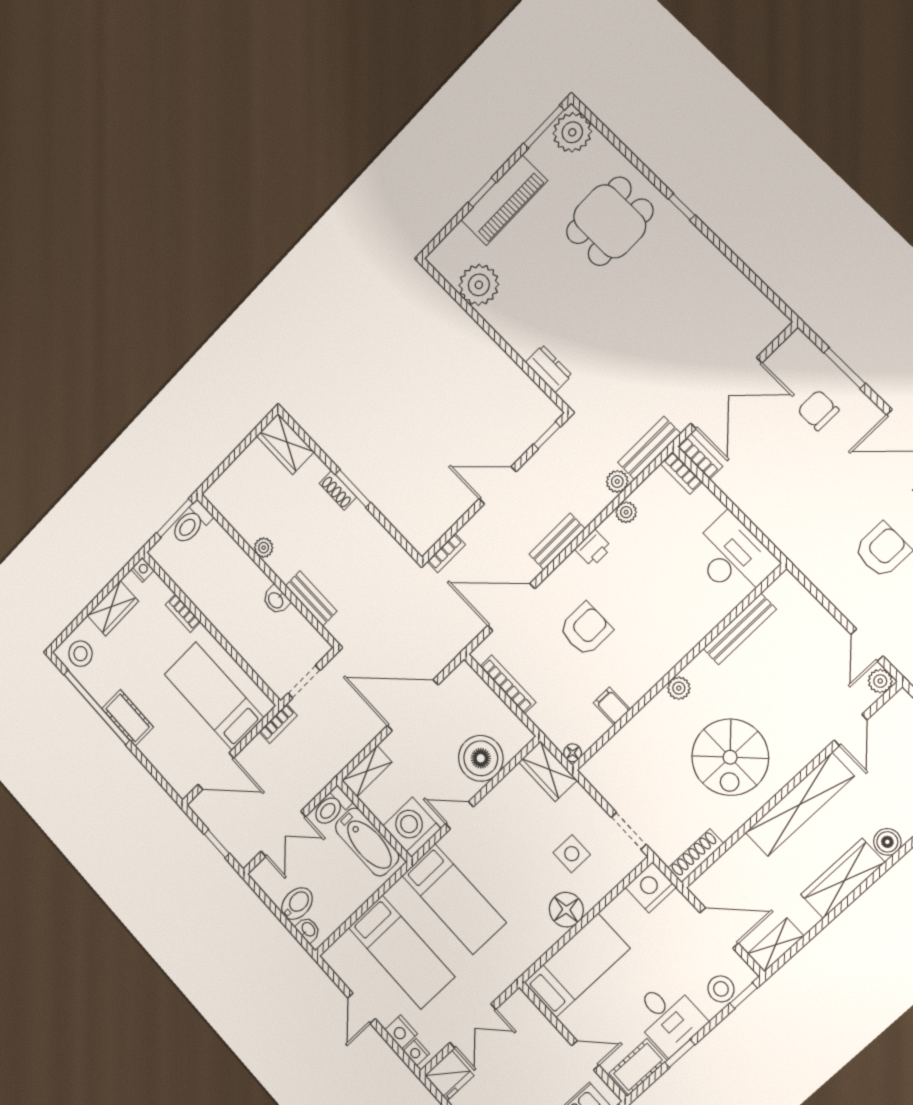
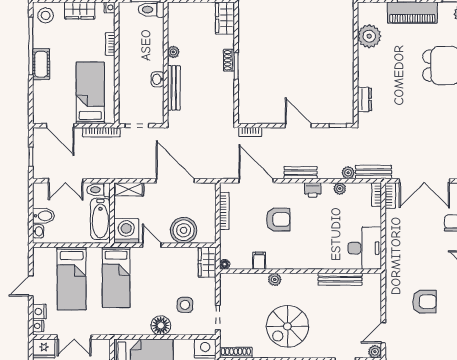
bench: (311, 598) -> (174, 88), width x1.36
plant: (679, 688) -> (275, 279), moved
bookcase: (278, 724) -> (101, 132), width x1.56

